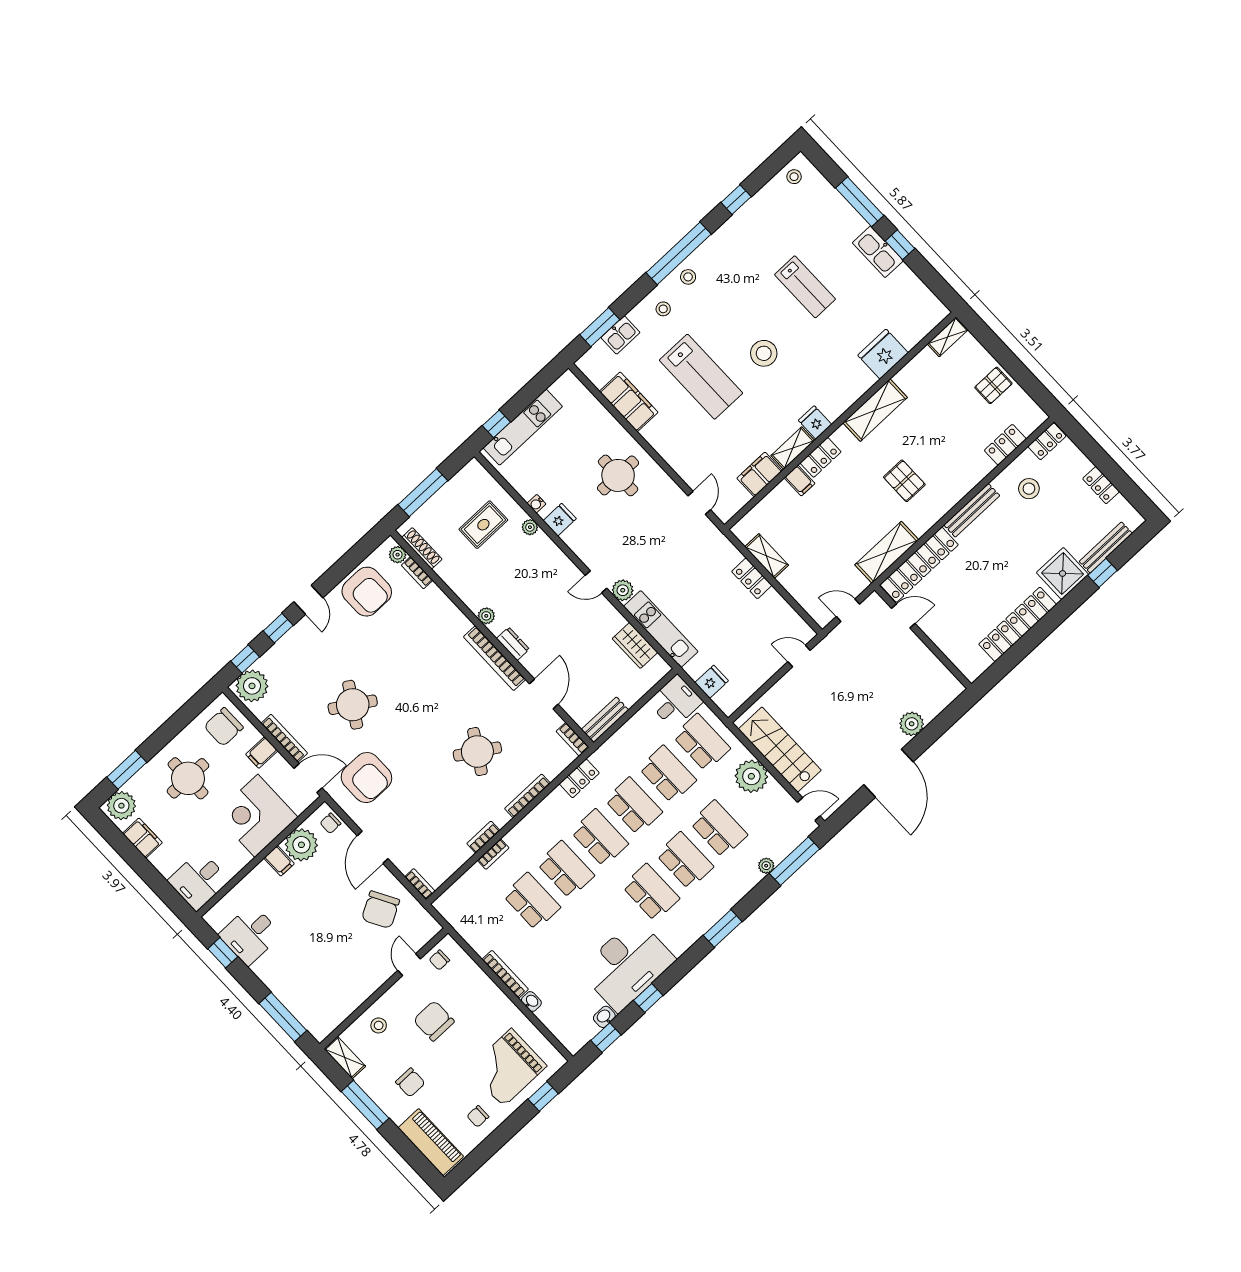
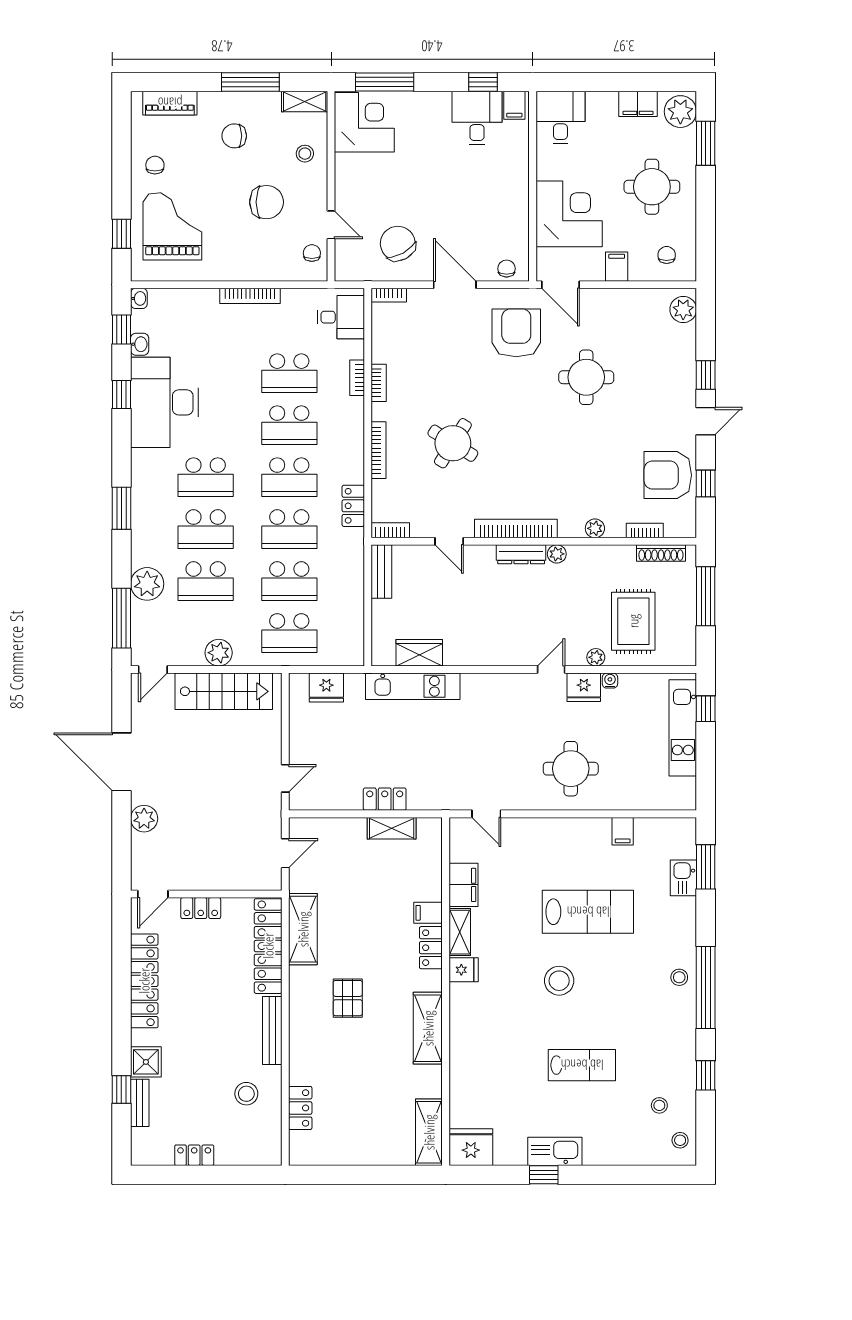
window: (860, 202) -> (610, 1175), removed
lab bench: (805, 287) -> (582, 1065), turned 180
stool: (663, 309) -> (659, 1105), moved
shelving: (948, 337) -> (429, 1132), width x1.50, depth x1.33
fridge: (883, 354) -> (471, 1147), moved, turned -90
lab bench: (701, 377) -> (588, 912), turned 180
pallet: (993, 385) -> (358, 1144), removed
filing cabinet: (629, 402) -> (623, 831), width x0.33, depth x0.86
locker: (1047, 441) -> (201, 908), moved, turned -90
pallet: (904, 481) -> (348, 998), turned 90
fridge: (560, 520) -> (584, 687), width x1.38
rug: (483, 525) -> (633, 621), width x1.36, depth x1.43
bench: (1106, 547) -> (140, 1103), width x0.73
plant: (398, 555) -> (595, 528), moved
shower: (1063, 573) -> (146, 1062), width x0.73, depth x0.73
door: (596, 582) -> (551, 670), moved
plant: (623, 590) -> (474, 685), removed
door: (308, 600) -> (706, 421), swing flipped
door: (903, 616) -> (153, 894), moved
dresser: (513, 644) -> (521, 554), width x1.44
window: (245, 659) -> (706, 483), moved
fridge: (712, 682) -> (326, 688), width x1.38
plant: (252, 686) -> (683, 309), width x0.73, depth x0.73
door: (544, 694) -> (449, 541), width x0.73
desk: (675, 702) -> (341, 317), moved, turned -90
round table: (353, 705) -> (586, 377), turned -32
chair: (224, 727) -> (667, 255), width x0.54, depth x0.54
bookcase: (284, 738) -> (611, 296), removed
plant: (751, 776) -> (219, 653), width x0.73, depth x0.73
door: (308, 778) -> (560, 285), hinge flipped
armchair: (366, 778) -> (516, 333), turned 90
plant: (301, 845) -> (511, 228), removed
filing cabinet: (279, 861) -> (514, 105), moved, turned -90
plant: (766, 866) -> (147, 584), width x1.88, depth x1.88
washbasin: (531, 1002) -> (139, 298), moved, turned -90
corner desk: (322, 1006) -> (364, 122), added
piano: (431, 1142) -> (170, 103), width x0.73, depth x0.75

